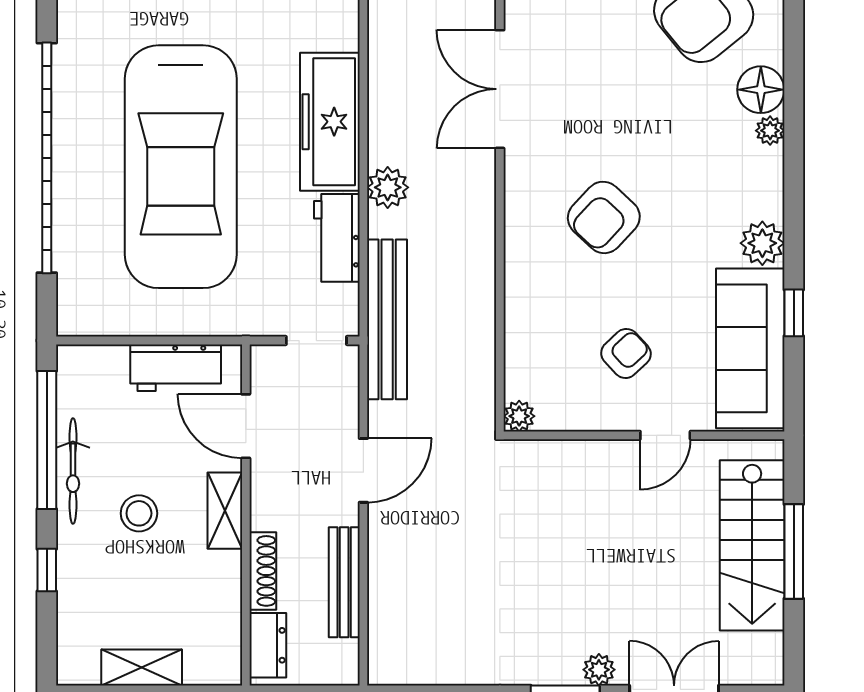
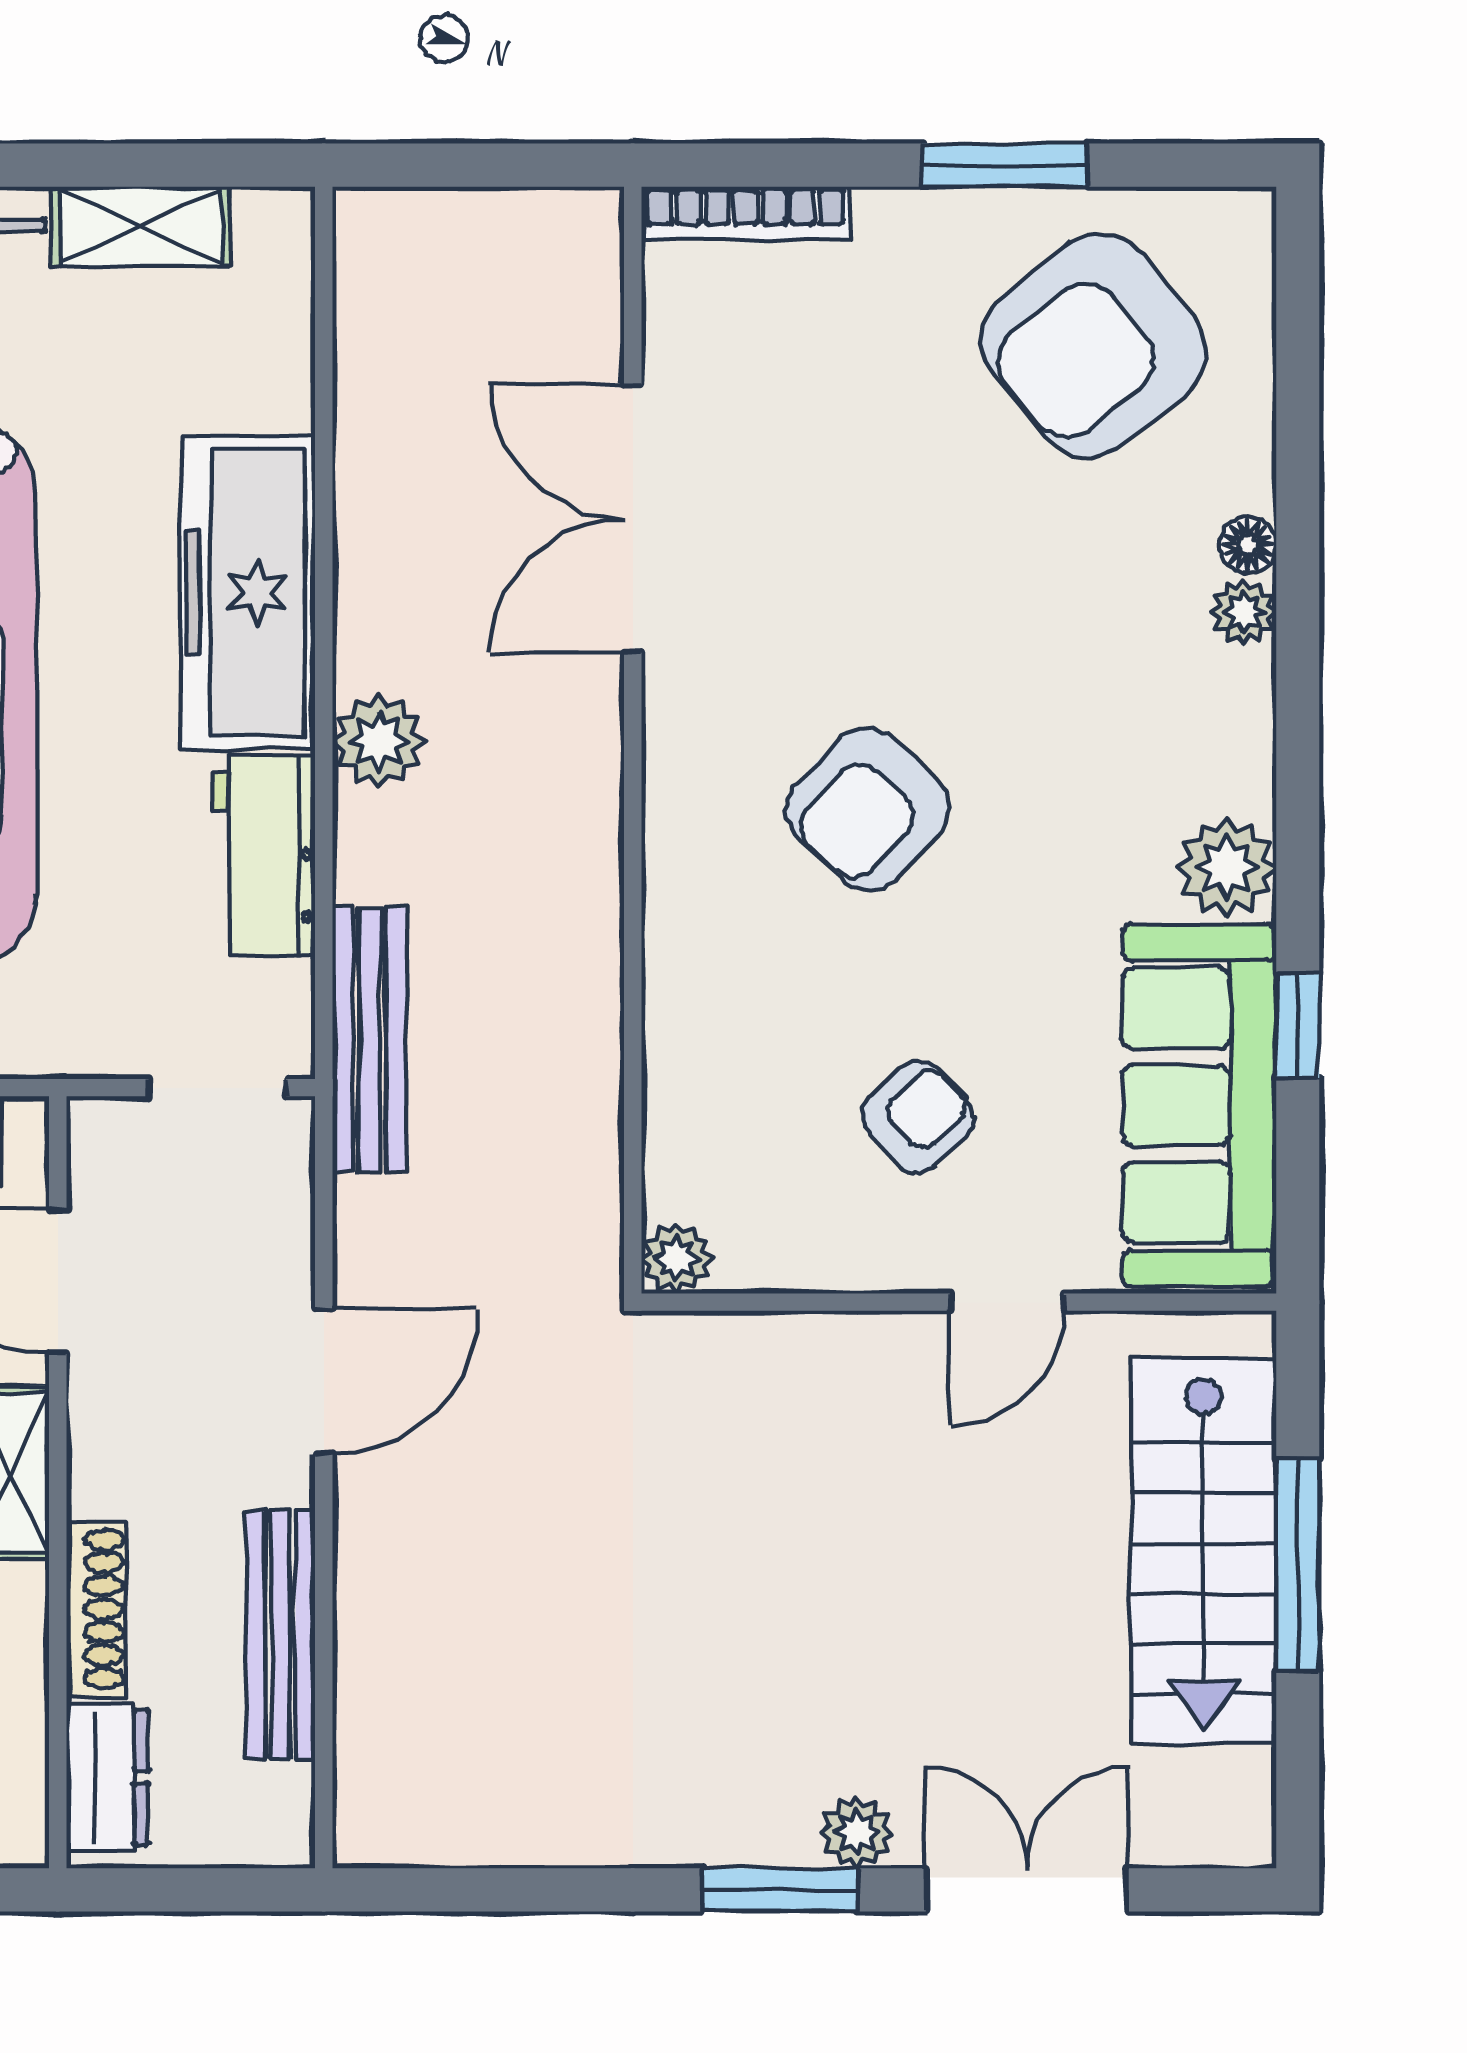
floor lamp: (761, 90) -> (1248, 545), width x0.53, depth x0.53
bench: (387, 319) -> (369, 1040), width x0.73, depth x0.82

